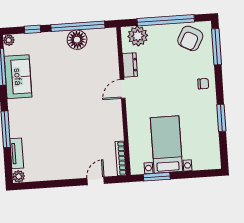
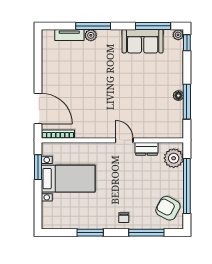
window: (78, 26) -> (187, 102), width x0.68
window: (33, 29) -> (187, 43), moved
floor lamp: (77, 40) -> (178, 96), width x0.53, depth x0.53
window: (216, 47) -> (146, 233), moved
plant: (19, 176) -> (91, 35), moved
door: (96, 181) -> (38, 109), width x1.88

